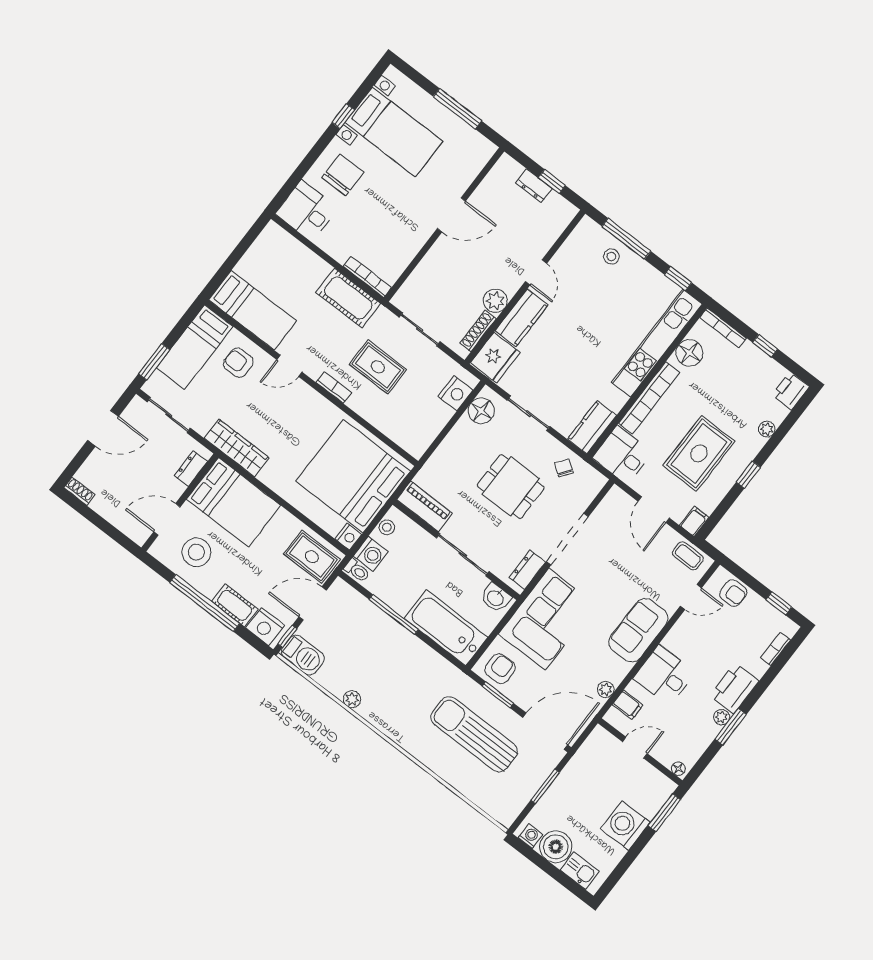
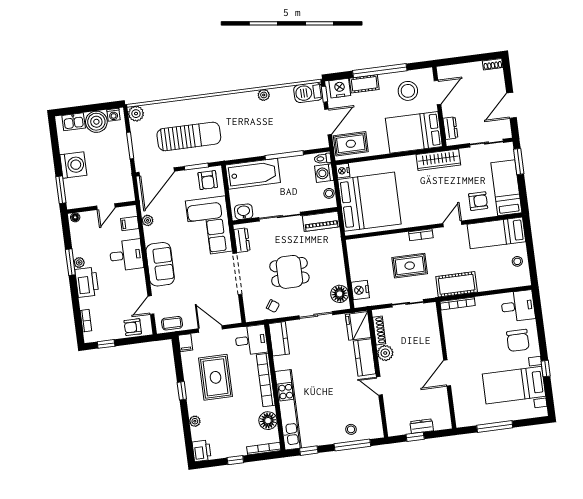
stool: (260, 258) -> (517, 261), added
plant: (506, 814) -> (136, 114), added

